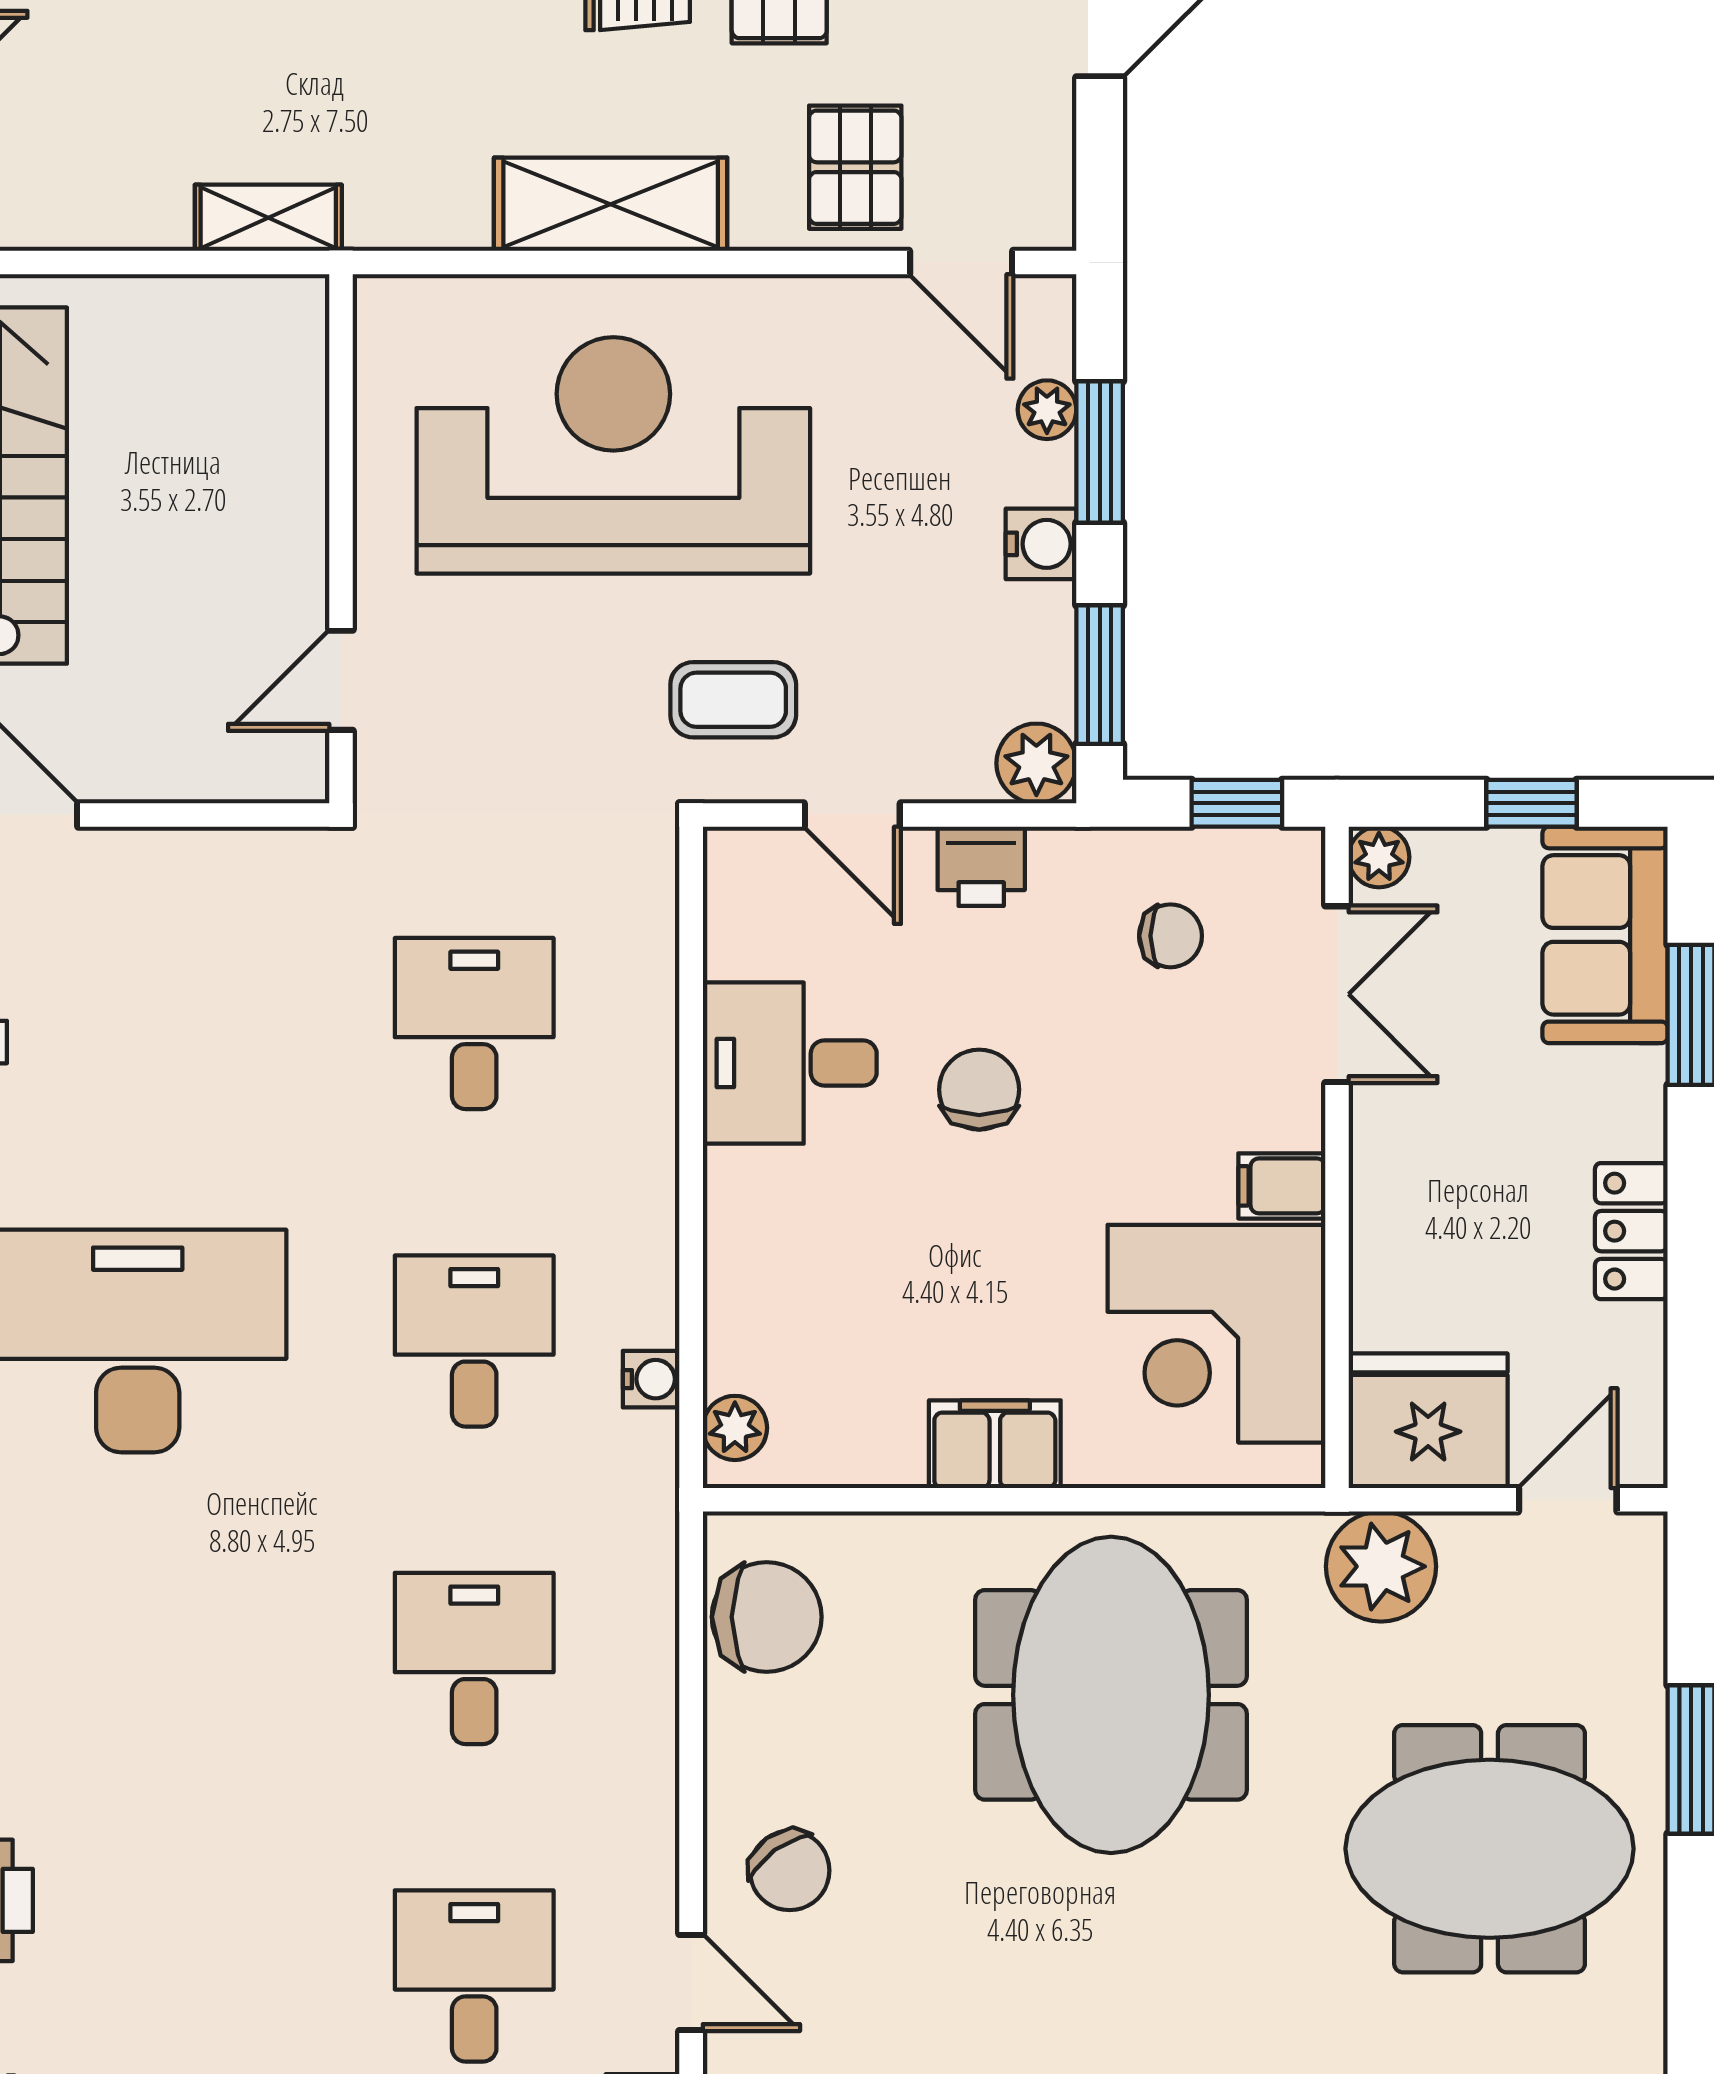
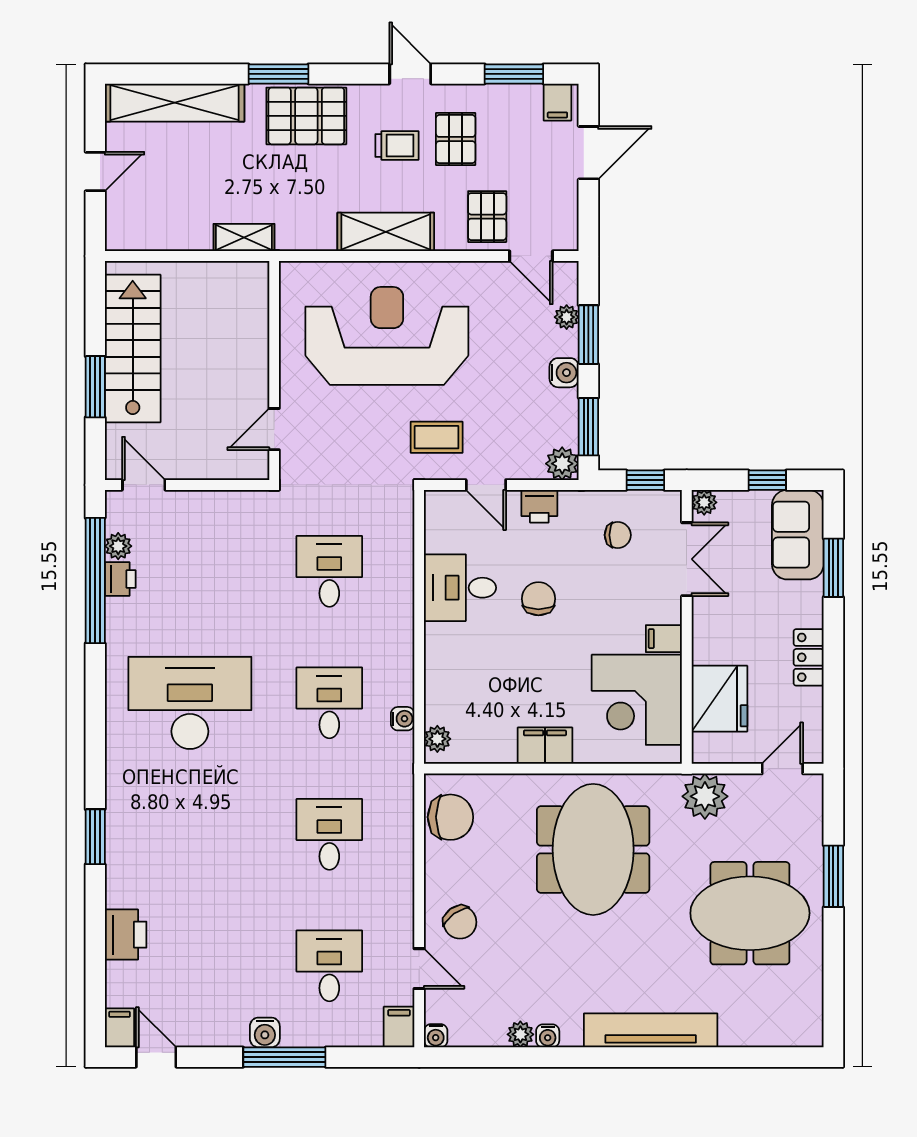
fridge: (1428, 1421) -> (719, 699), moved, turned 90

